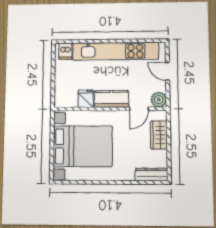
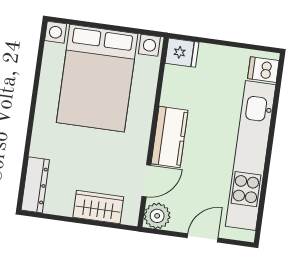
fridge: (86, 99) -> (182, 53), moved
door: (139, 109) -> (146, 181), swing flipped

